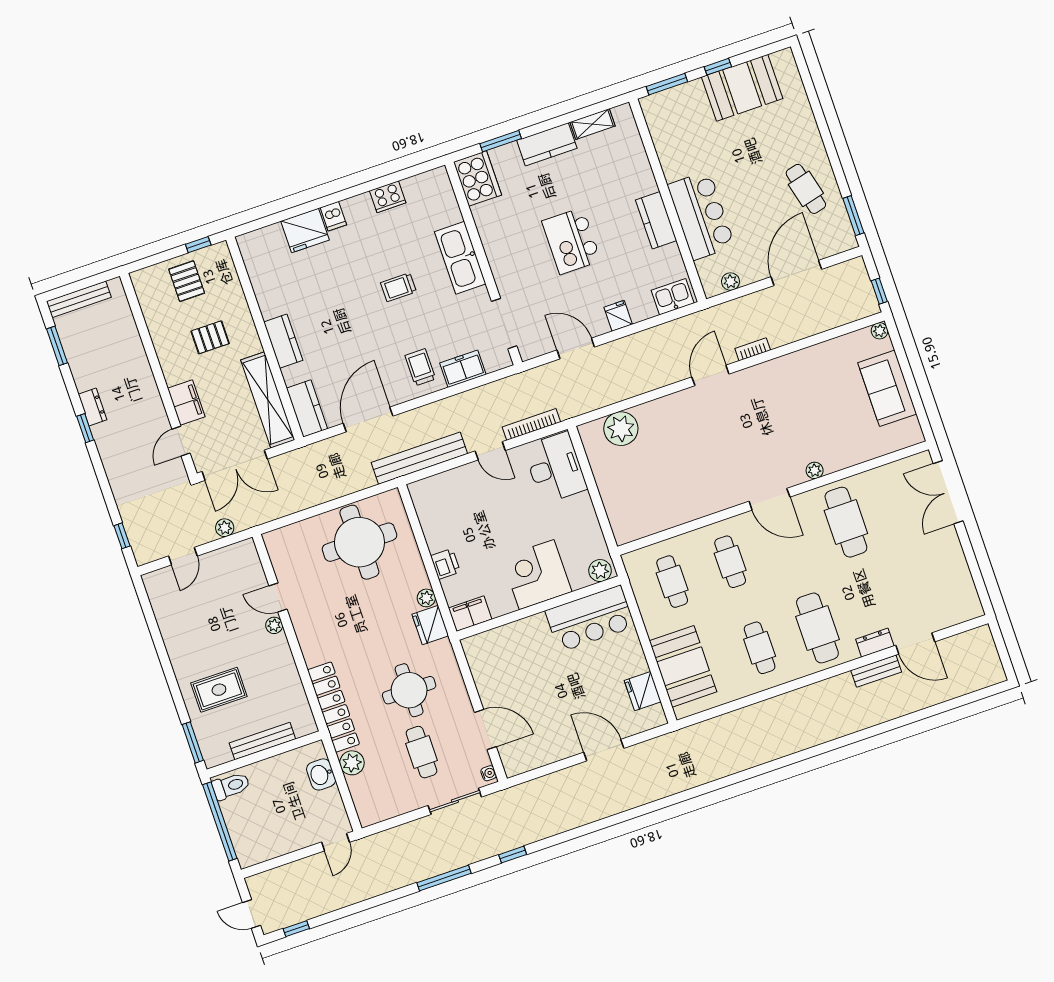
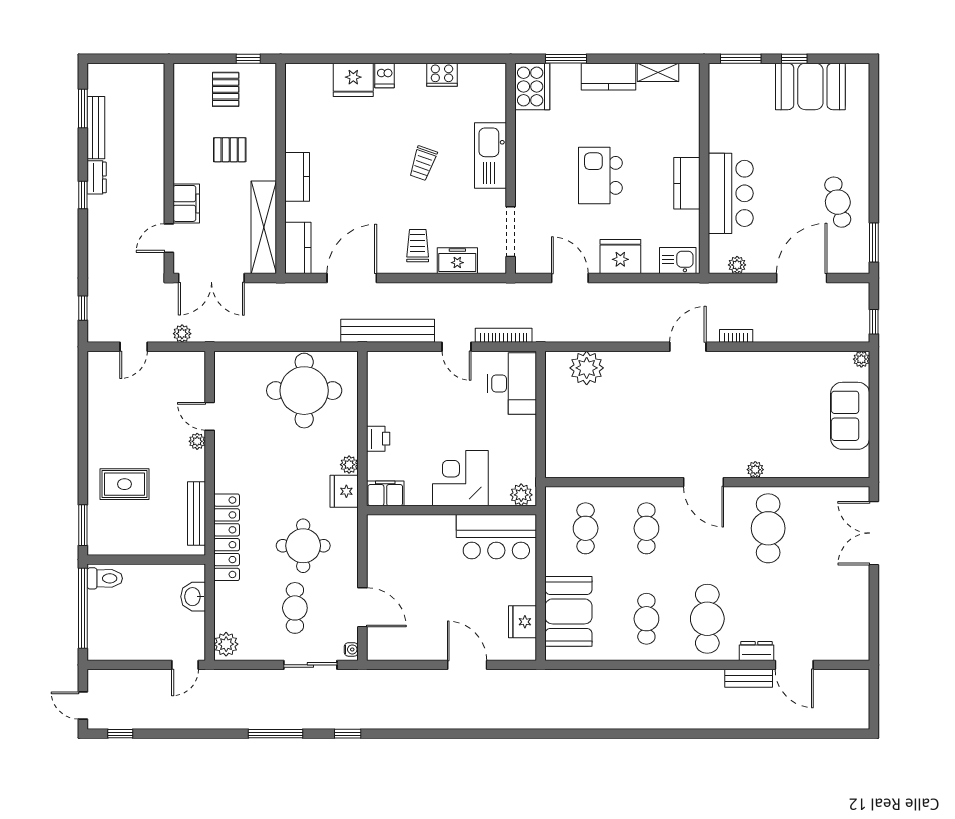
trolley: (398, 287) -> (423, 163), turned -71
bench: (79, 299) -> (96, 128), moved, turned 90
fridge: (618, 316) -> (620, 257), width x1.88, depth x1.34
bench: (262, 741) -> (196, 514), moved, turned 90
plant: (352, 763) -> (226, 644), moved

